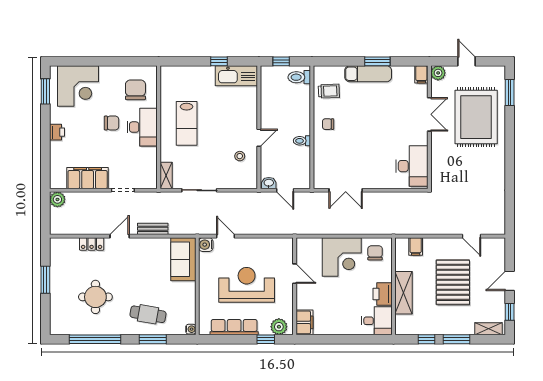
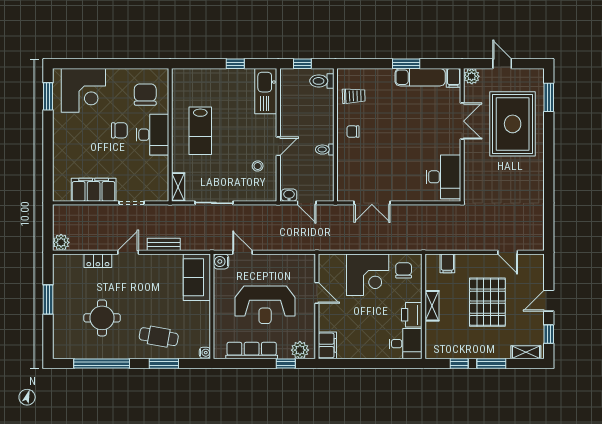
exam couch: (368, 74) -> (420, 77), moved
kitchen sink: (236, 76) -> (266, 91), moved, turned 90
printer: (57, 132) -> (61, 140), removed
plant: (57, 199) -> (61, 242), moved
reception desk: (247, 285) -> (265, 305), turned 180
shelving: (404, 293) -> (432, 306), width x0.67, depth x0.75

